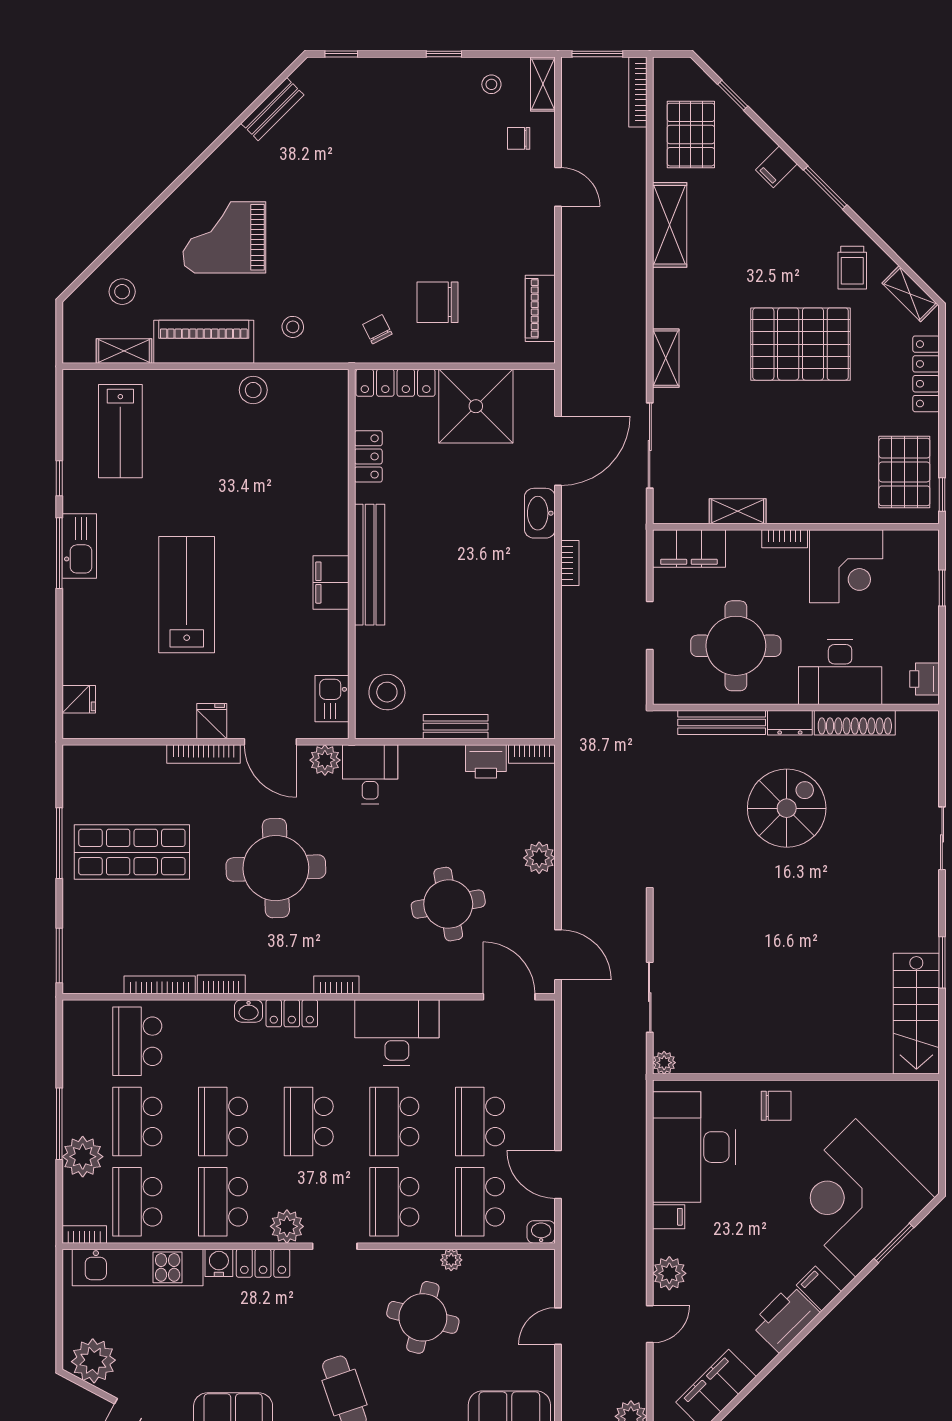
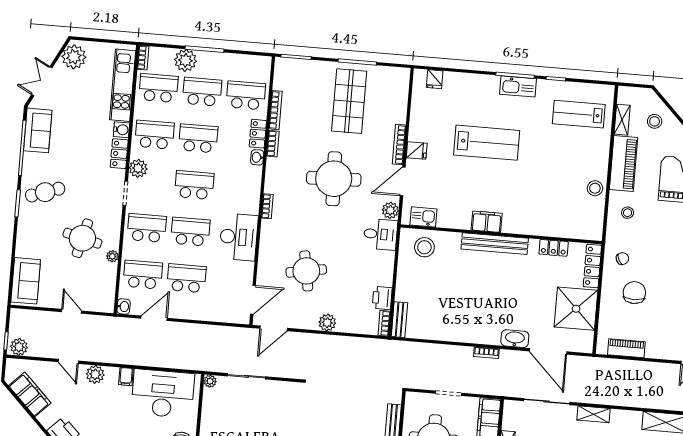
bench: (456, 727) -> (399, 320), moved
locker: (292, 1013) -> (258, 134), moved

